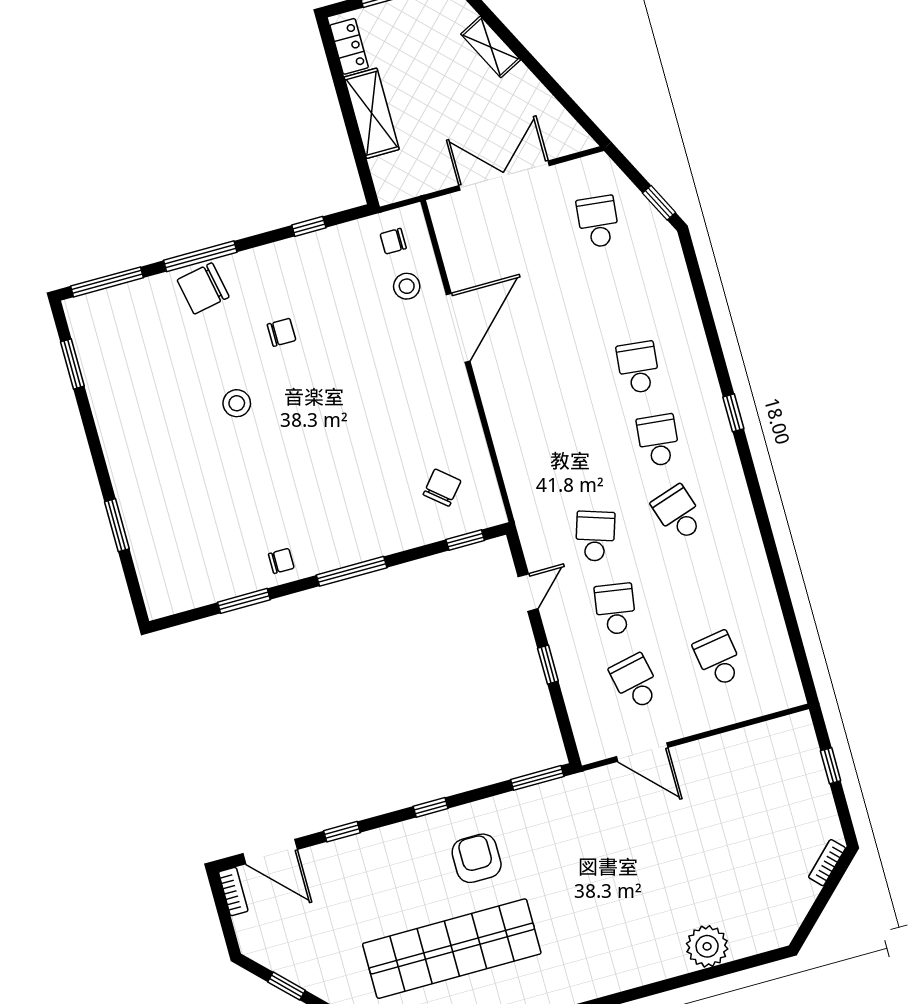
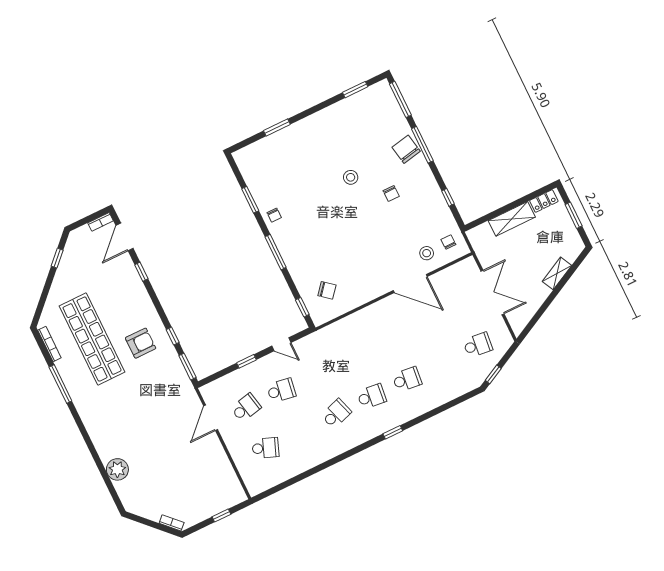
school desk: (595, 536) -> (317, 373), removed
school desk: (718, 659) -> (265, 448), turned 30
window: (431, 807) -> (173, 336), moved

